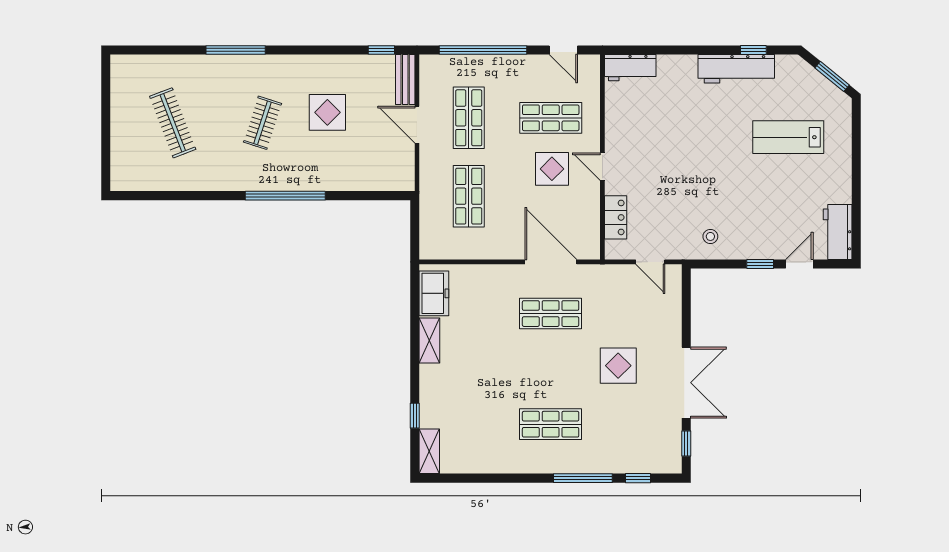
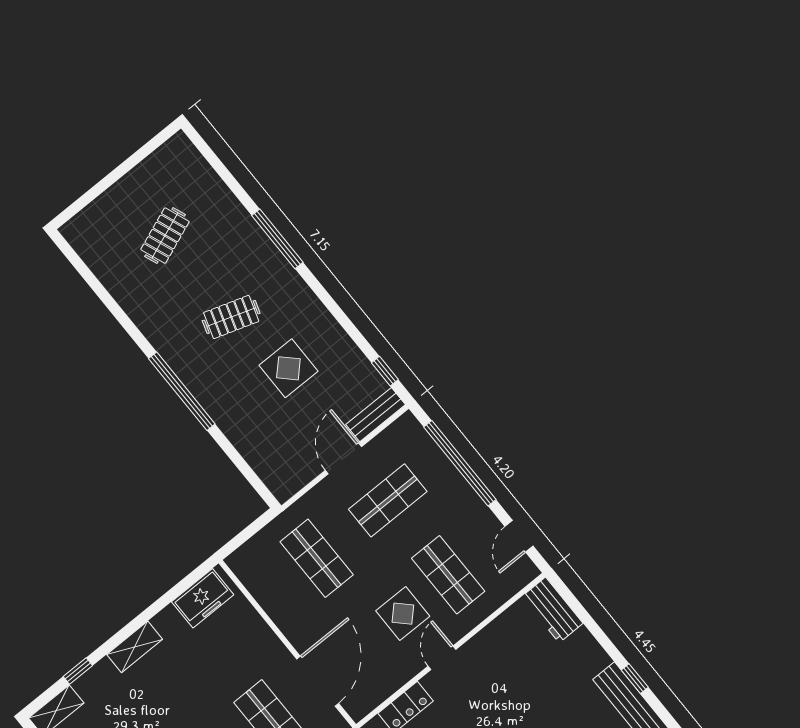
window: (753, 50) -> (635, 679), moved
clothes rail: (173, 123) -> (165, 236), width x0.73
shop shelf: (469, 196) -> (317, 558), turned 90
shelving: (429, 340) -> (135, 647), moved

